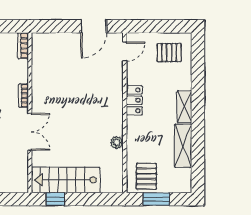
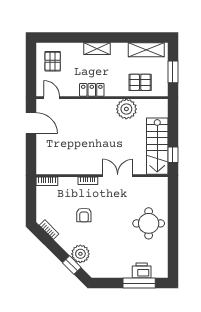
plant: (117, 142) -> (126, 109), width x1.88, depth x1.88
shelving: (183, 146) -> (146, 50), moved
pallet: (146, 176) -> (140, 82), moved

